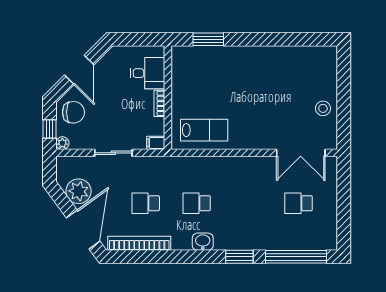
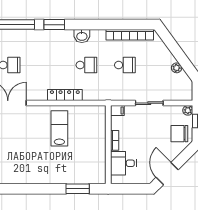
door: (79, 70) -> (167, 174), moved
lab bench: (204, 130) -> (59, 128), moved, turned 90
locker: (225, 164) -> (65, 95), added
plant: (79, 191) -> (177, 68), width x0.53, depth x0.53
door: (83, 230) -> (172, 45), removed

